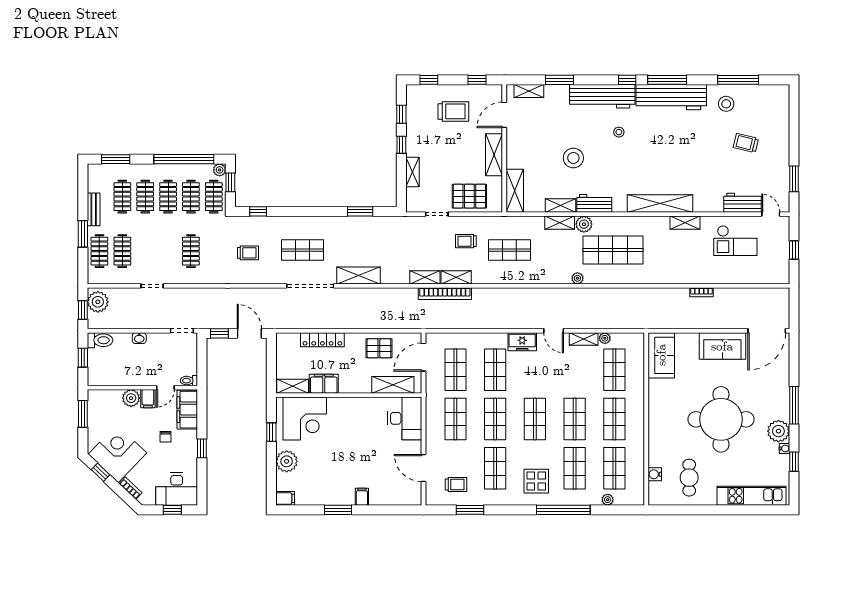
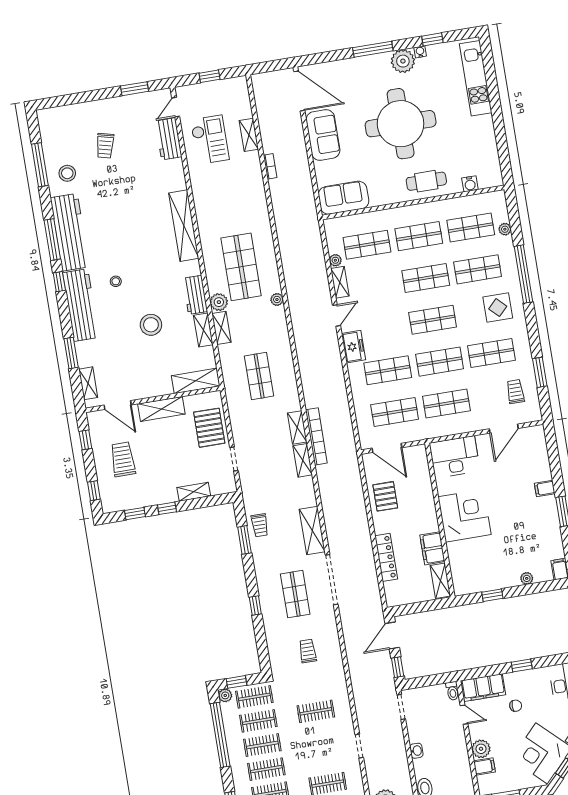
window: (258, 211) -> (255, 605), moved
shelving: (685, 223) -> (249, 135), moved
trolley: (466, 241) -> (260, 525), moved
shelving: (393, 385) -> (421, 475), removed
filing cabinet: (148, 399) -> (484, 766), moved
corner desk: (305, 418) -> (464, 516), moved
plant: (287, 461) -> (527, 578), width x0.53, depth x0.53
cafe table: (689, 478) -> (426, 181), moved

